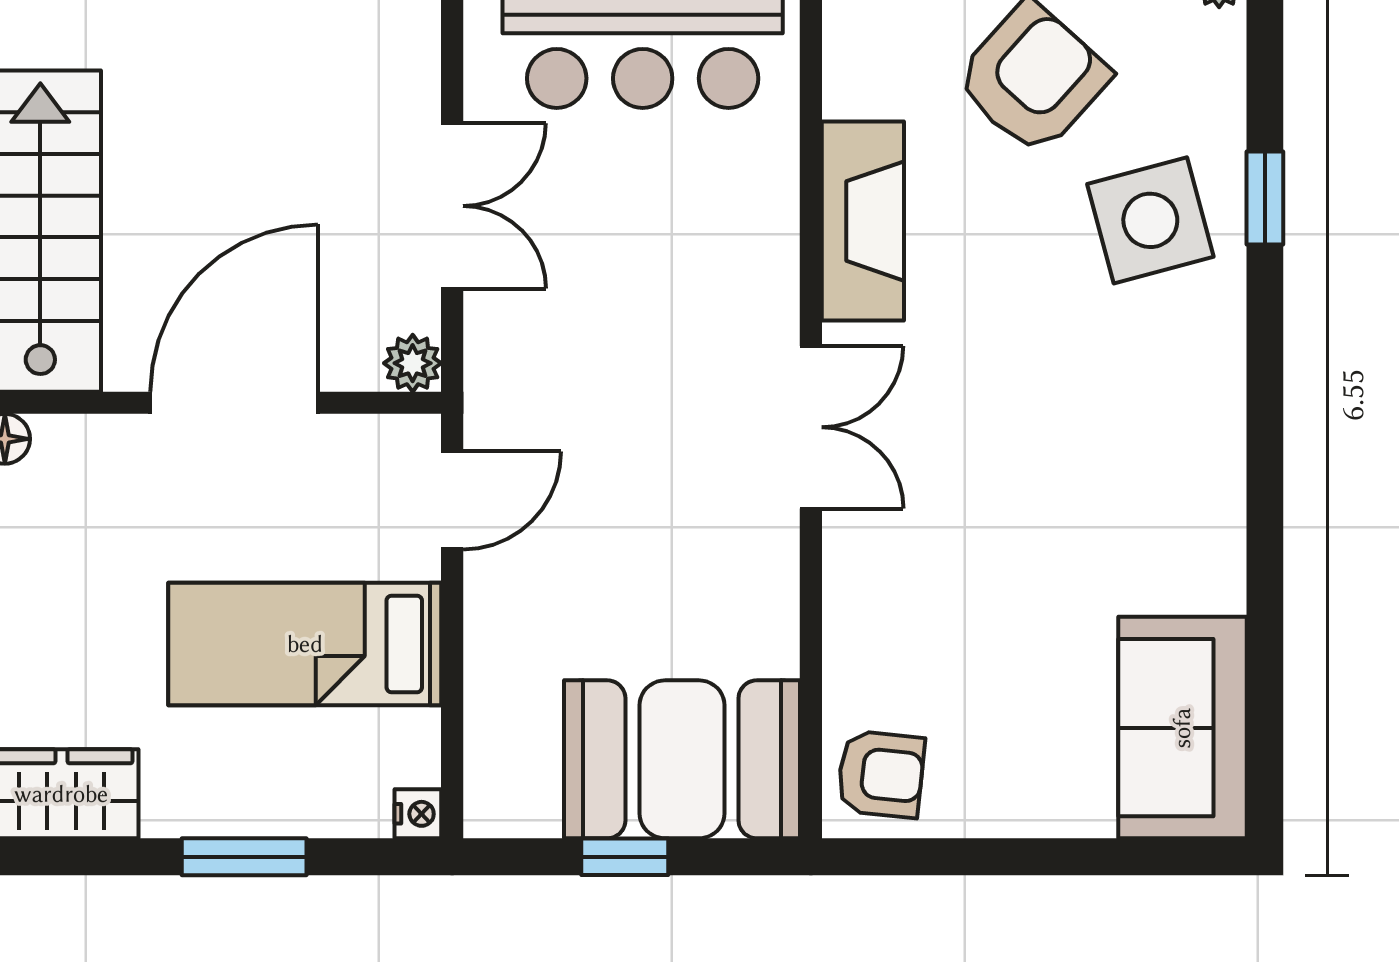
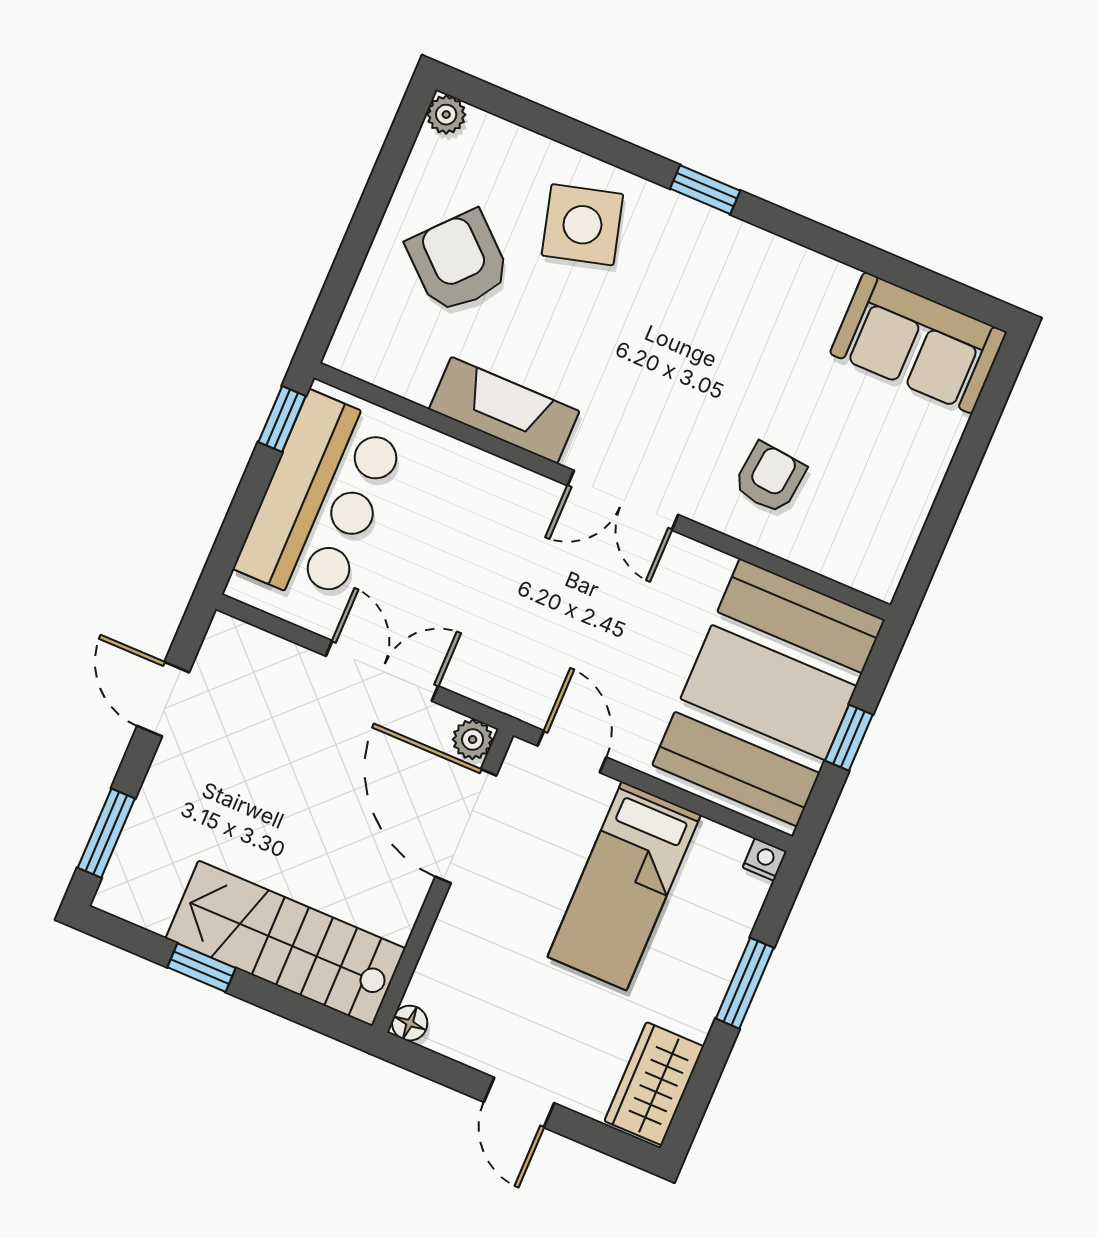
window: (1265, 198) -> (705, 190), moved
door: (234, 403) -> (466, 826), moved
double door: (811, 427) -> (623, 500), swing flipped
booth: (682, 759) -> (769, 692), width x1.36, depth x1.42
armchair: (881, 774) -> (770, 478), moved

